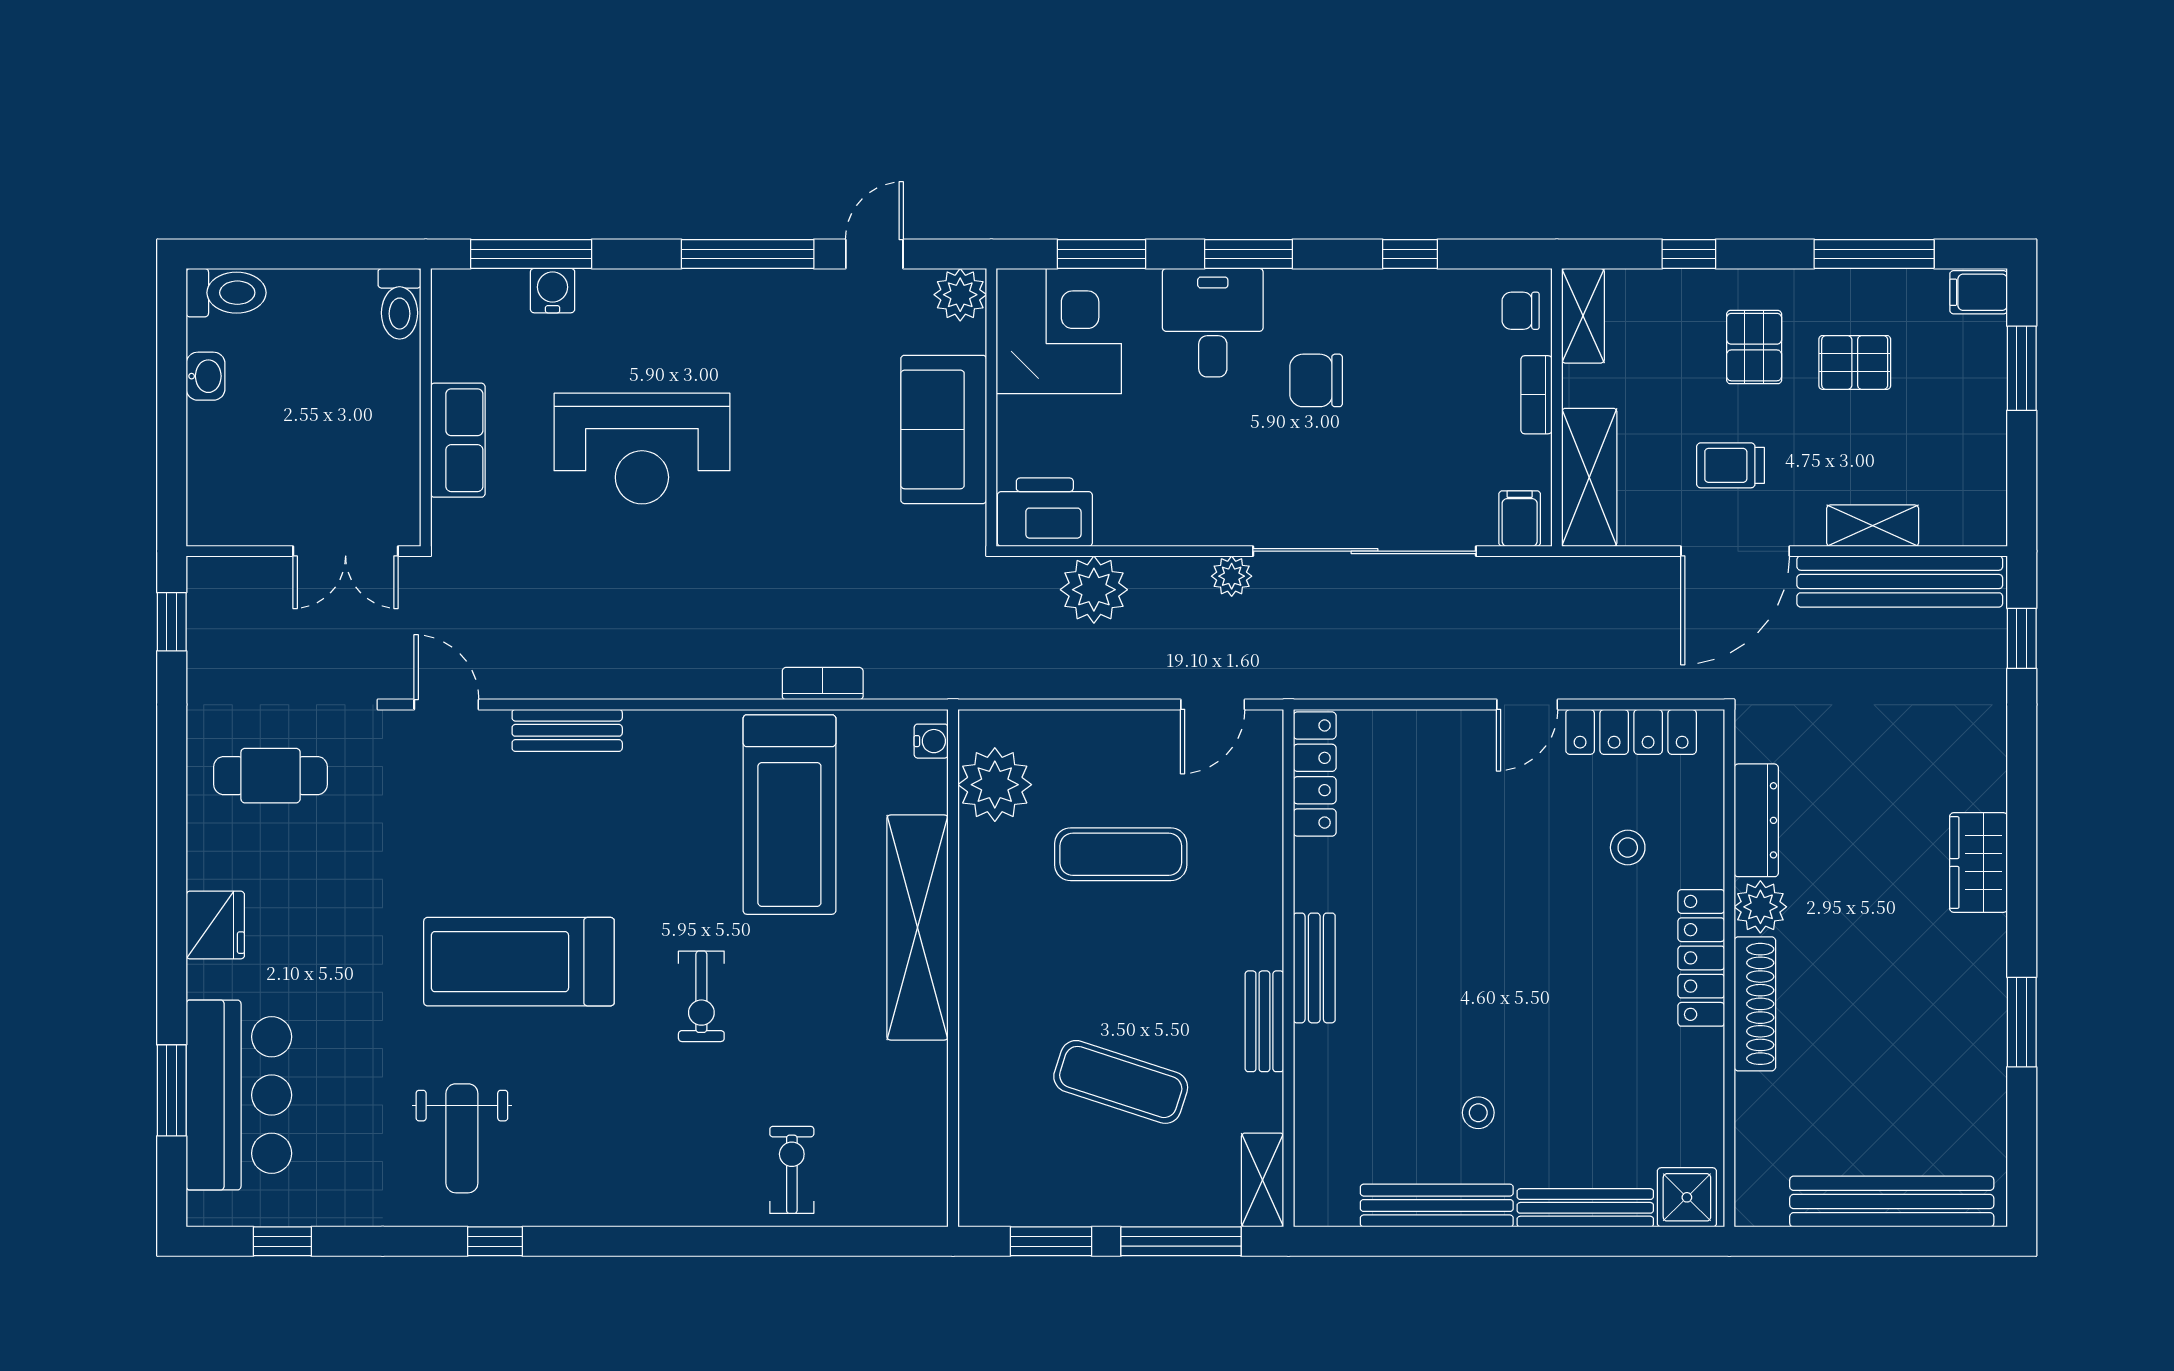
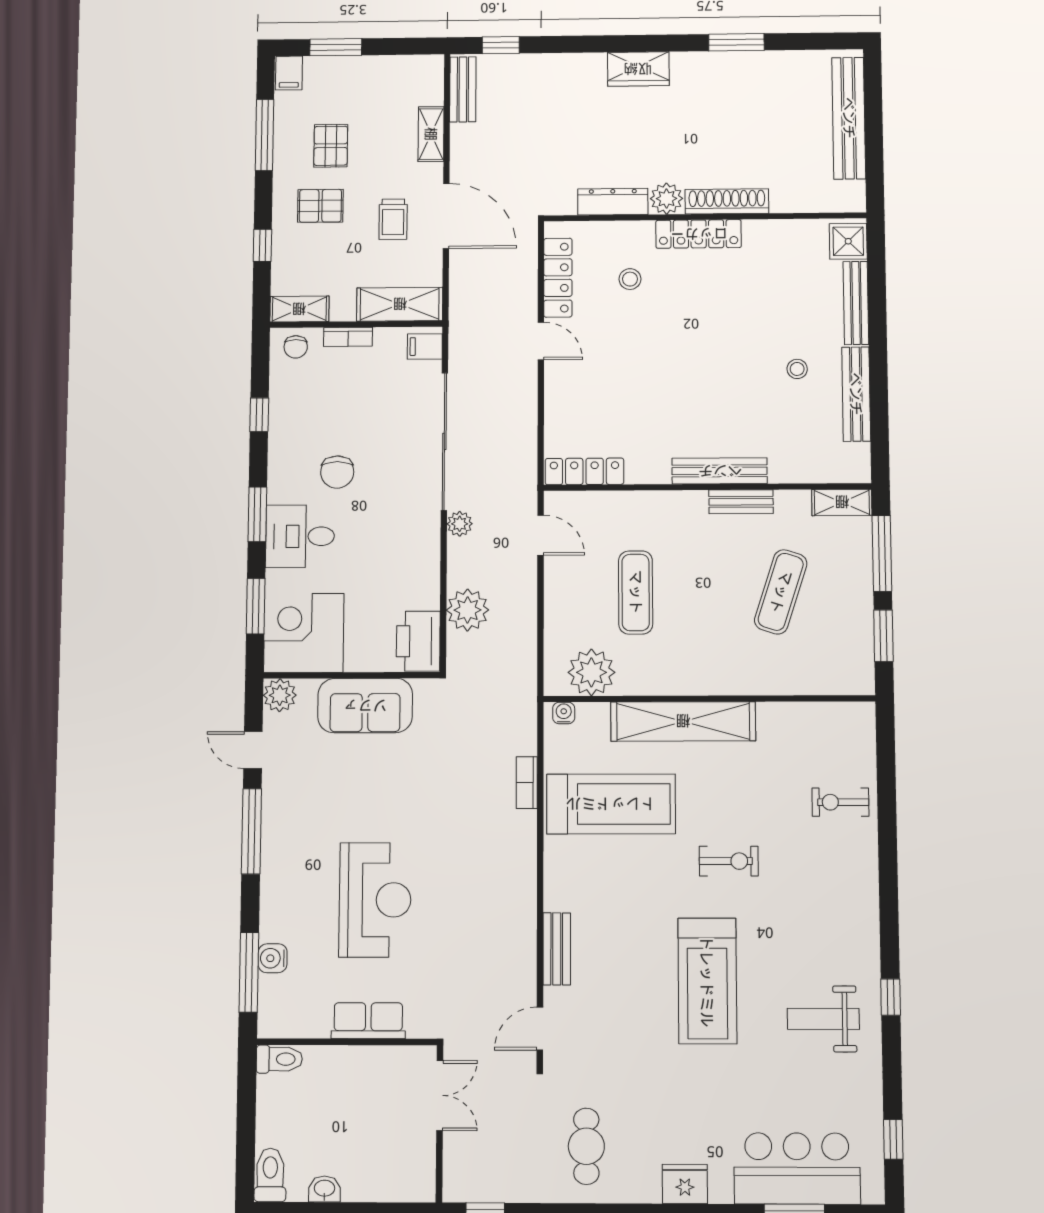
bench: (1900, 582) -> (463, 89), width x0.54, depth x0.82
bench: (1314, 968) -> (720, 471), width x1.36
weight bench: (462, 1138) -> (823, 1019), turned 180

